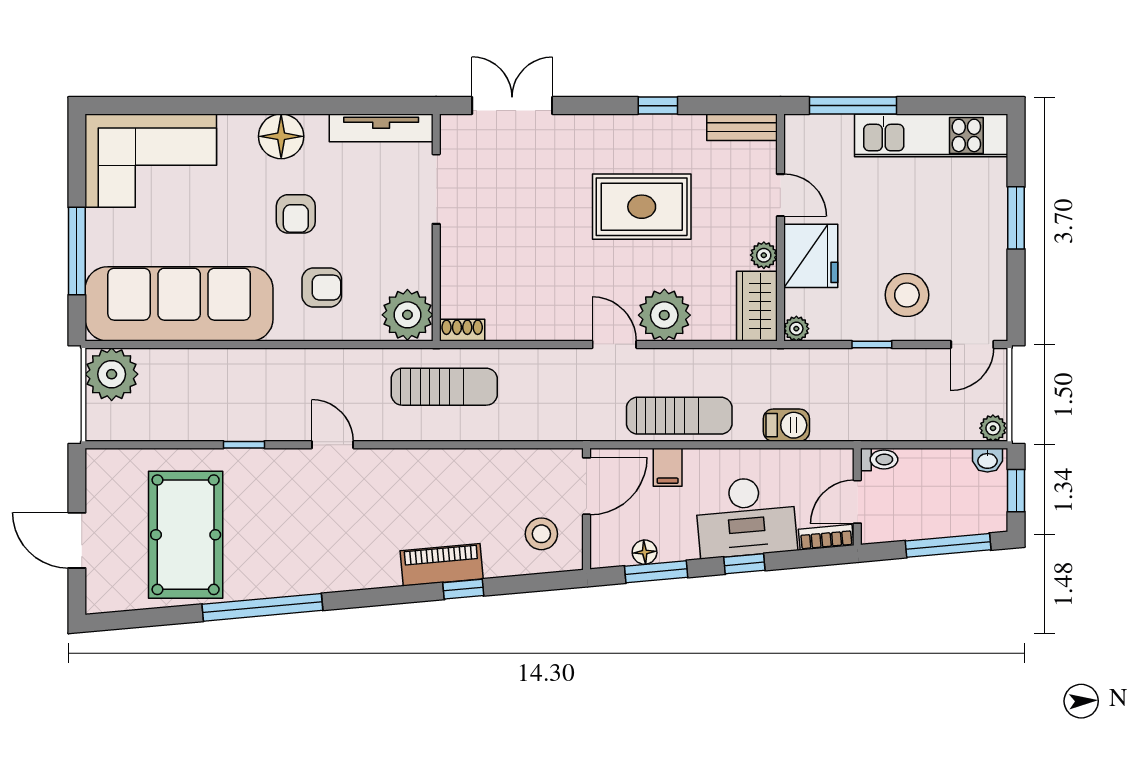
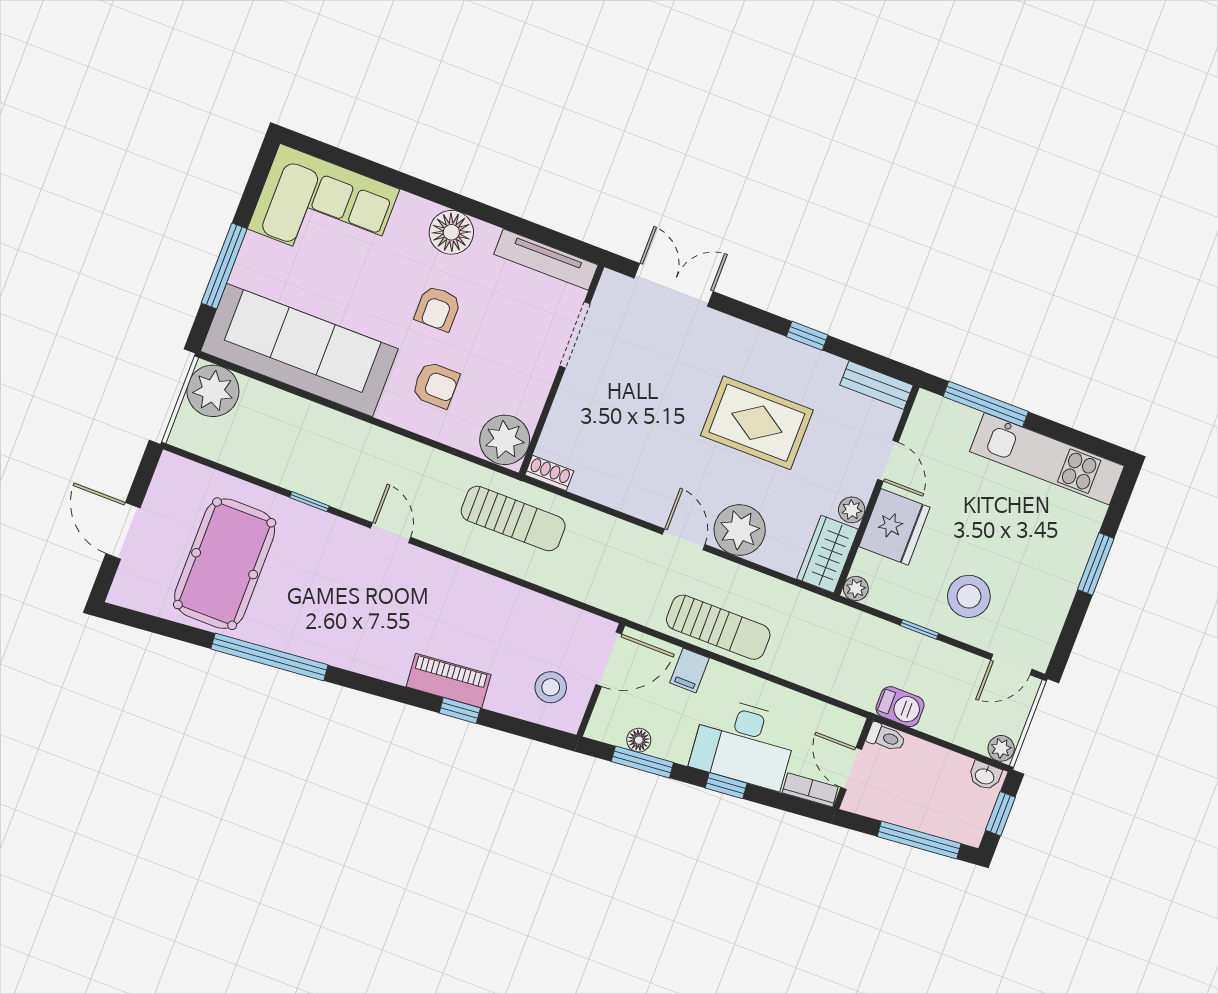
barbecue: (786, 425) -> (900, 707), moved
door: (857, 502) -> (851, 768), hinge flipped

